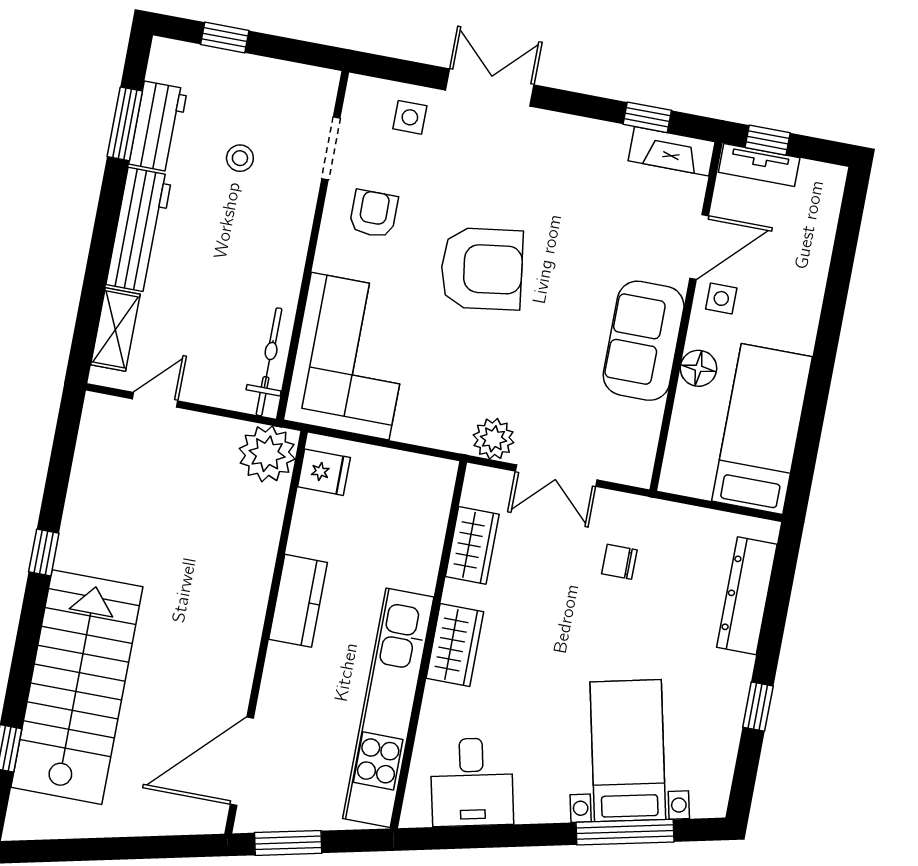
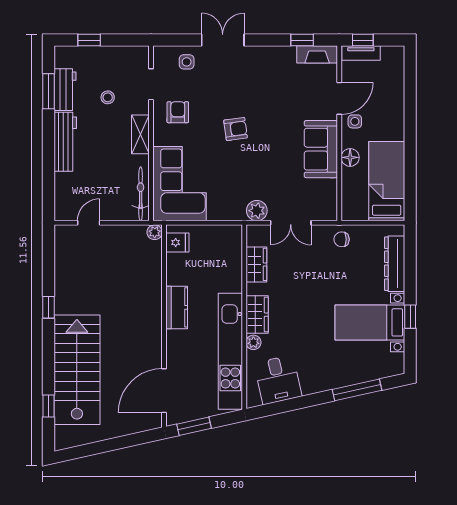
armchair: (482, 269) -> (236, 129), width x0.53, depth x0.53
shelving: (115, 329) -> (140, 134), moved
plant: (267, 454) -> (155, 232), width x0.53, depth x0.53
chair: (619, 562) -> (342, 239), moved
plant: (437, 699) -> (253, 342), added
bed with nightstands: (628, 751) -> (370, 322), moved, turned -77

